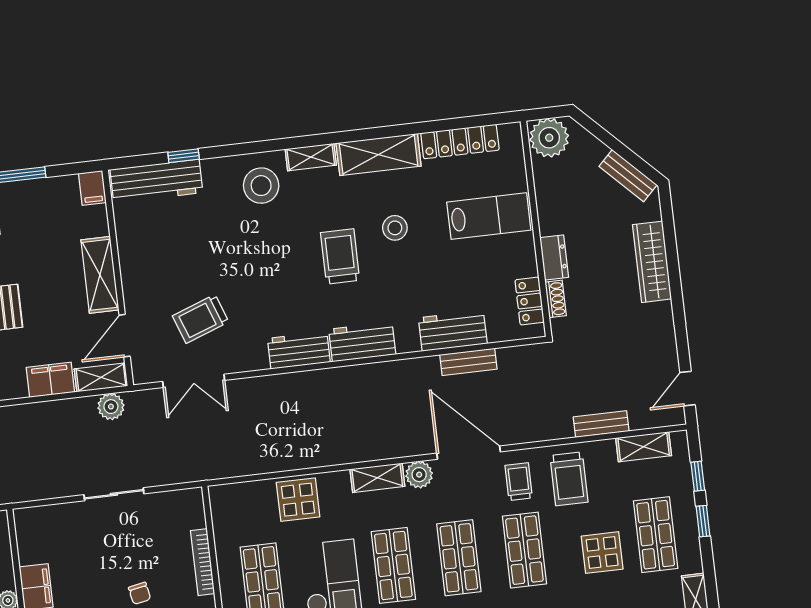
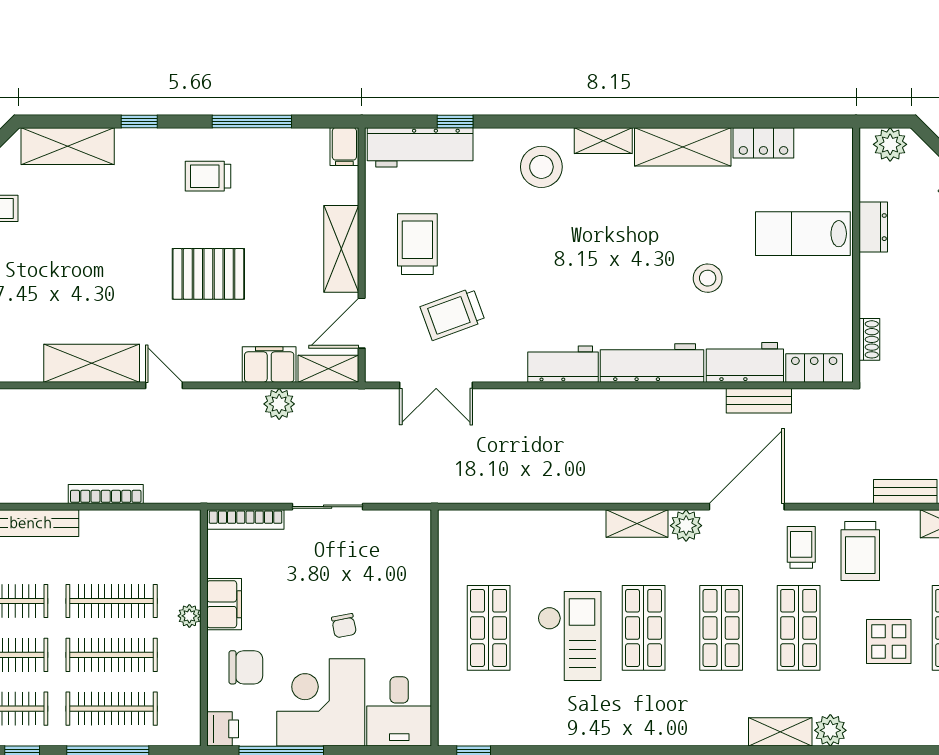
plant: (549, 138) -> (890, 144), width x0.73, depth x0.73
locker: (460, 142) -> (763, 143), width x0.66
lab bench: (489, 216) -> (803, 234), turned 180
stool: (395, 228) -> (708, 278), moved
trolley: (340, 256) -> (417, 244), moved
dresser: (554, 257) -> (873, 227), moved
locker: (530, 301) -> (814, 368), moved, turned 90
workbench: (362, 342) -> (652, 363), width x1.38
plant: (111, 407) -> (279, 404), moved
door: (469, 453) -> (747, 507), hinge flipped
display table: (298, 500) -> (541, 538), removed
bookcase: (203, 562) -> (245, 520), moved, turned -90

